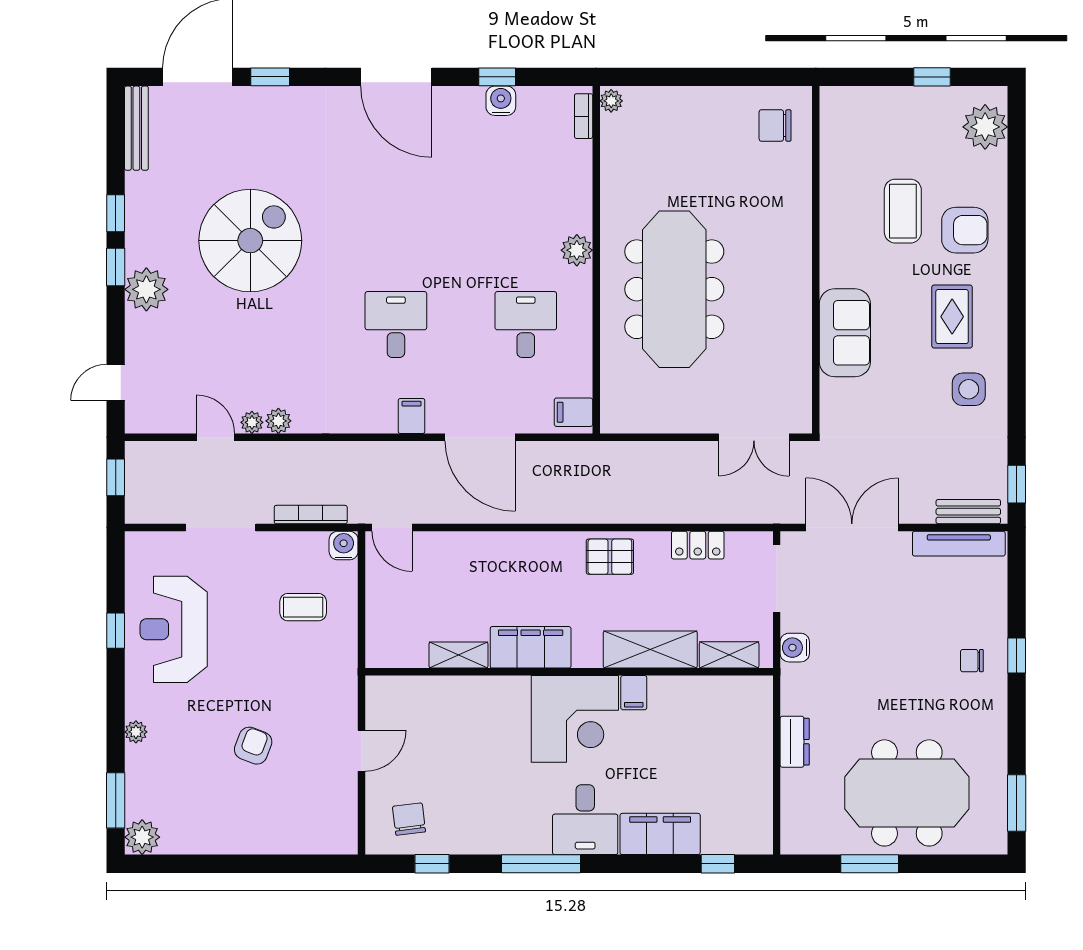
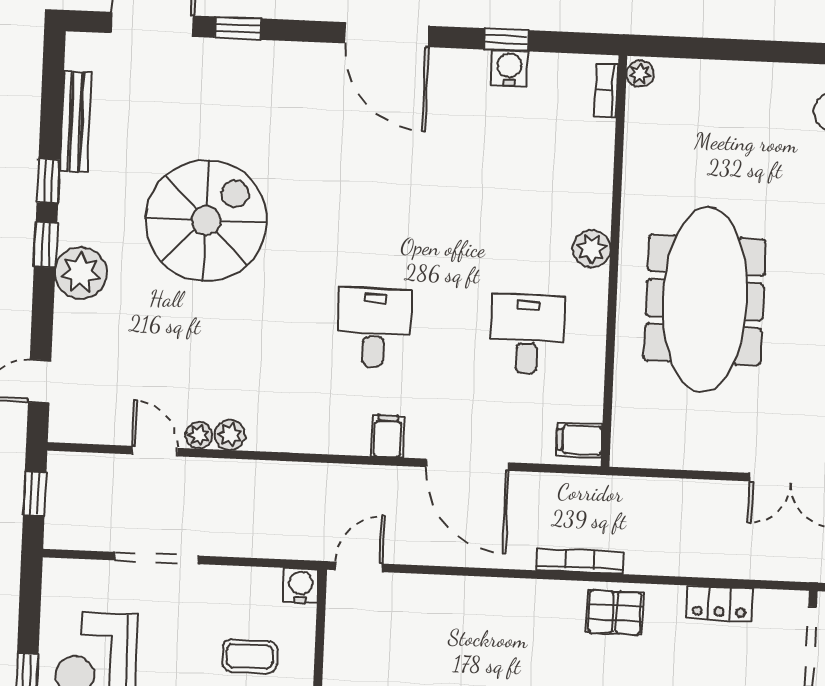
bench: (136, 128) -> (76, 122), moved
bookcase: (311, 515) -> (580, 561), moved
door: (392, 527) -> (359, 567), swing flipped

